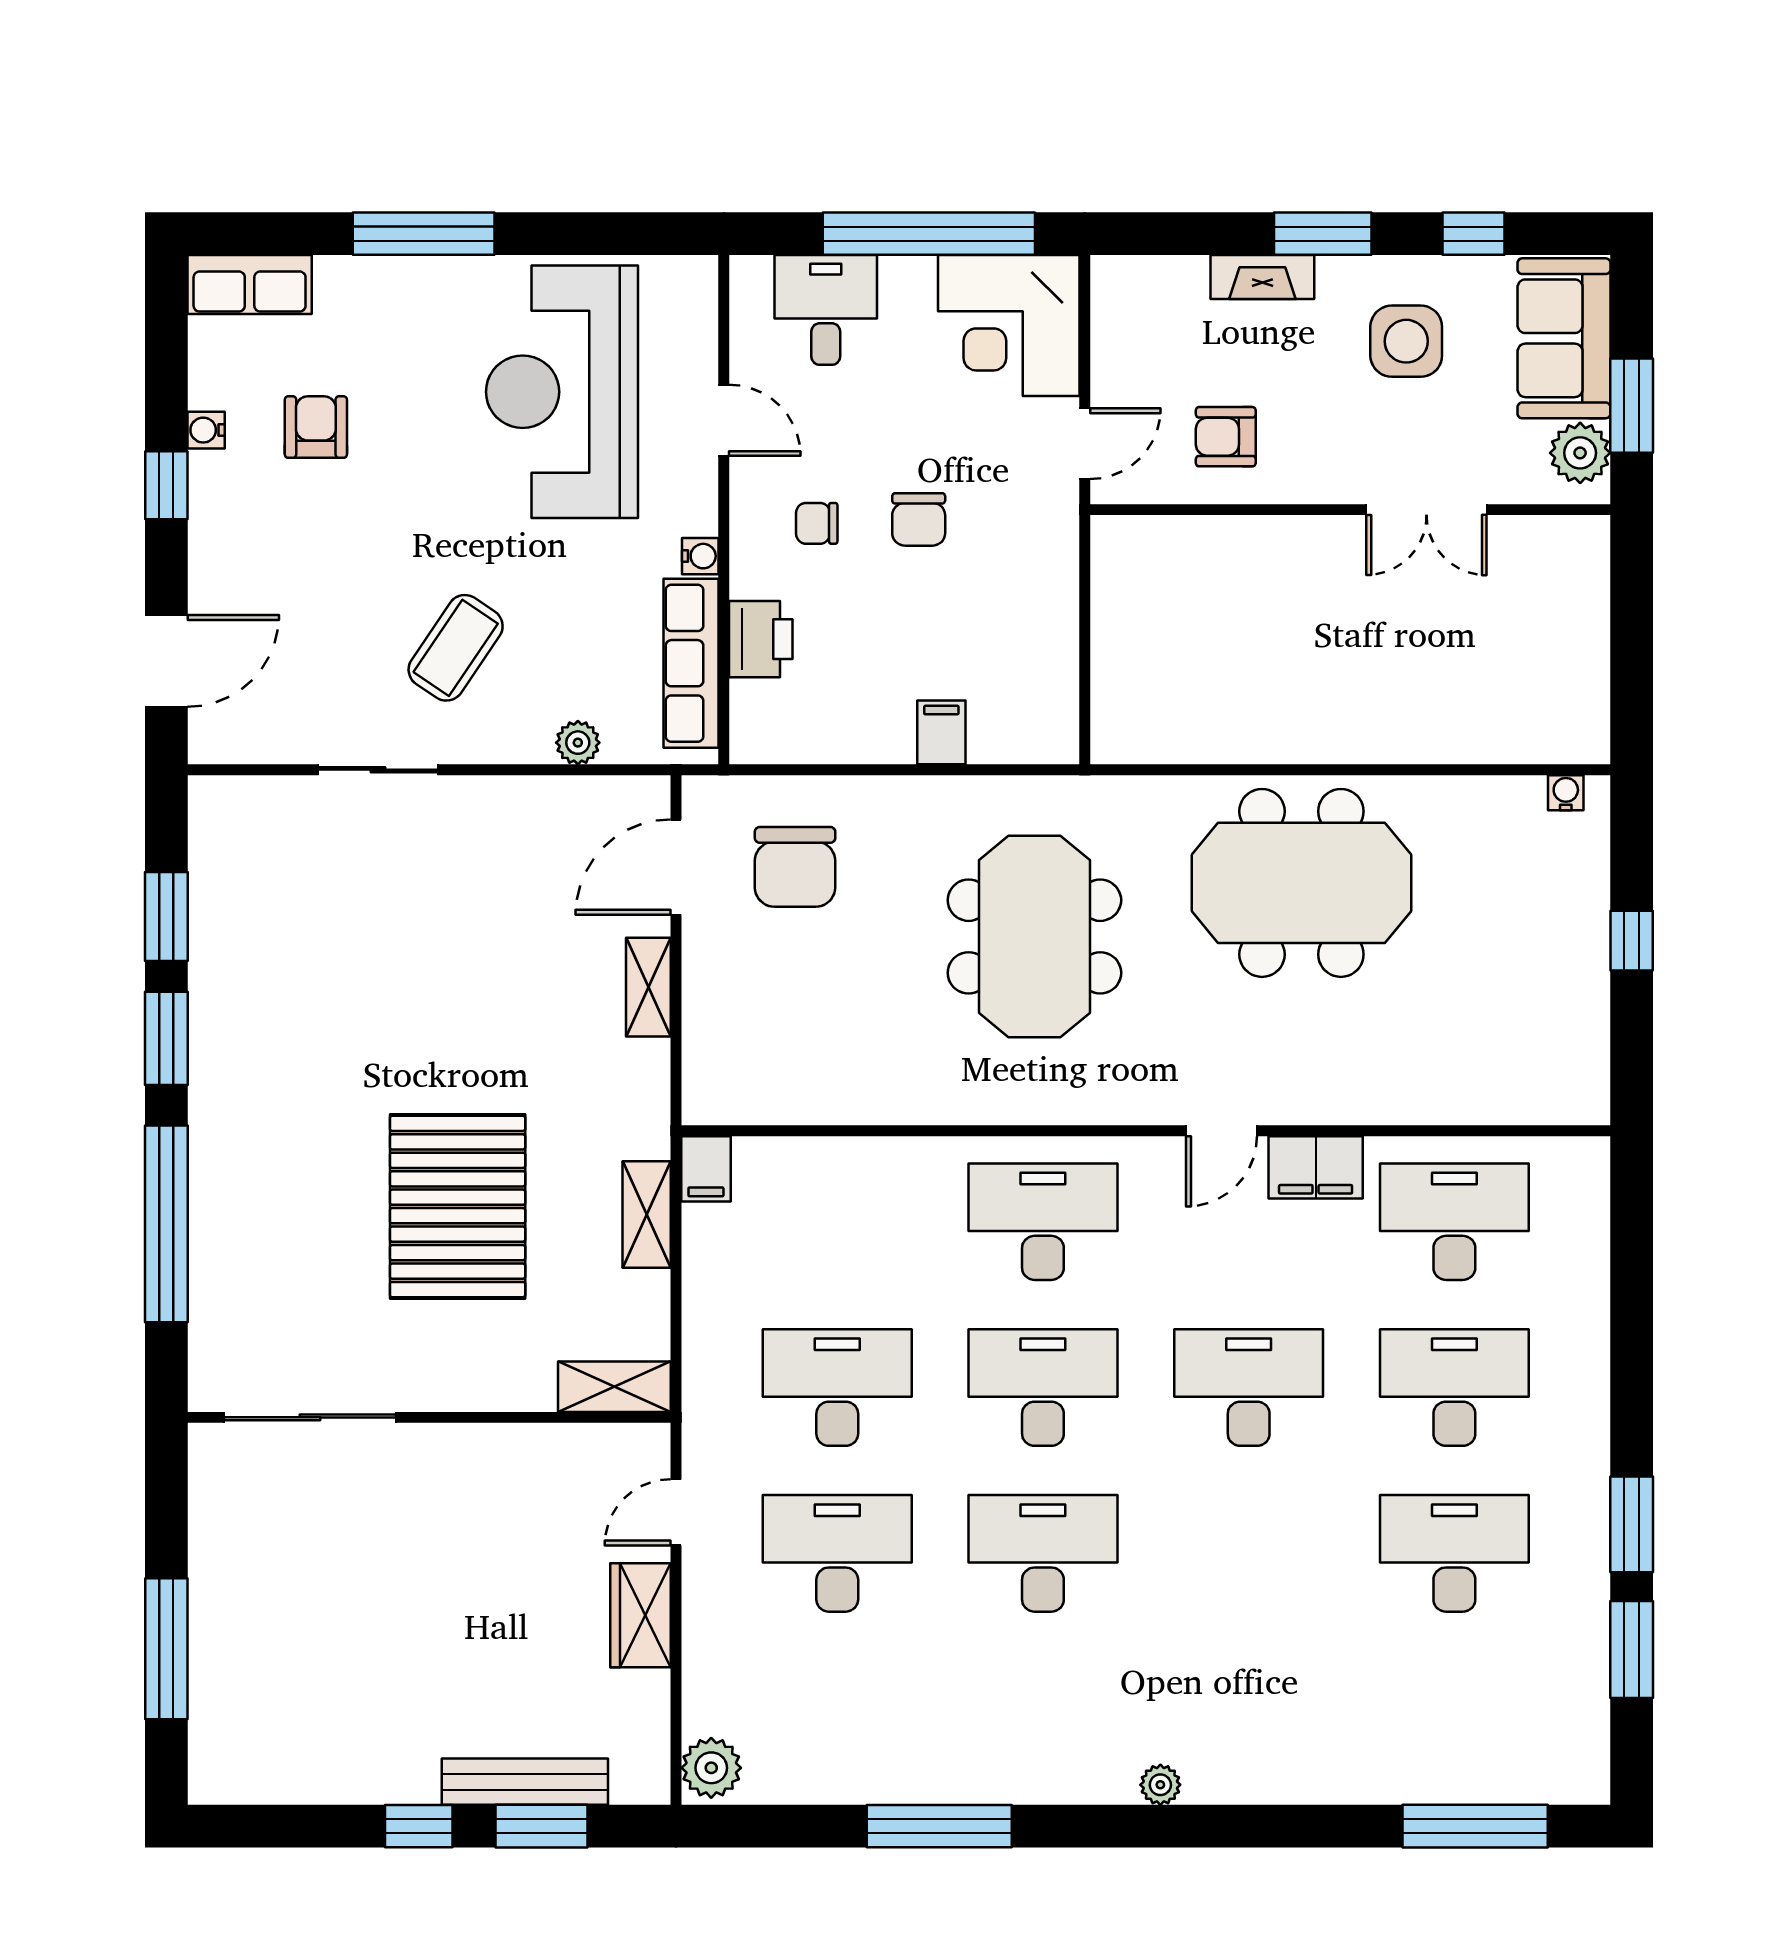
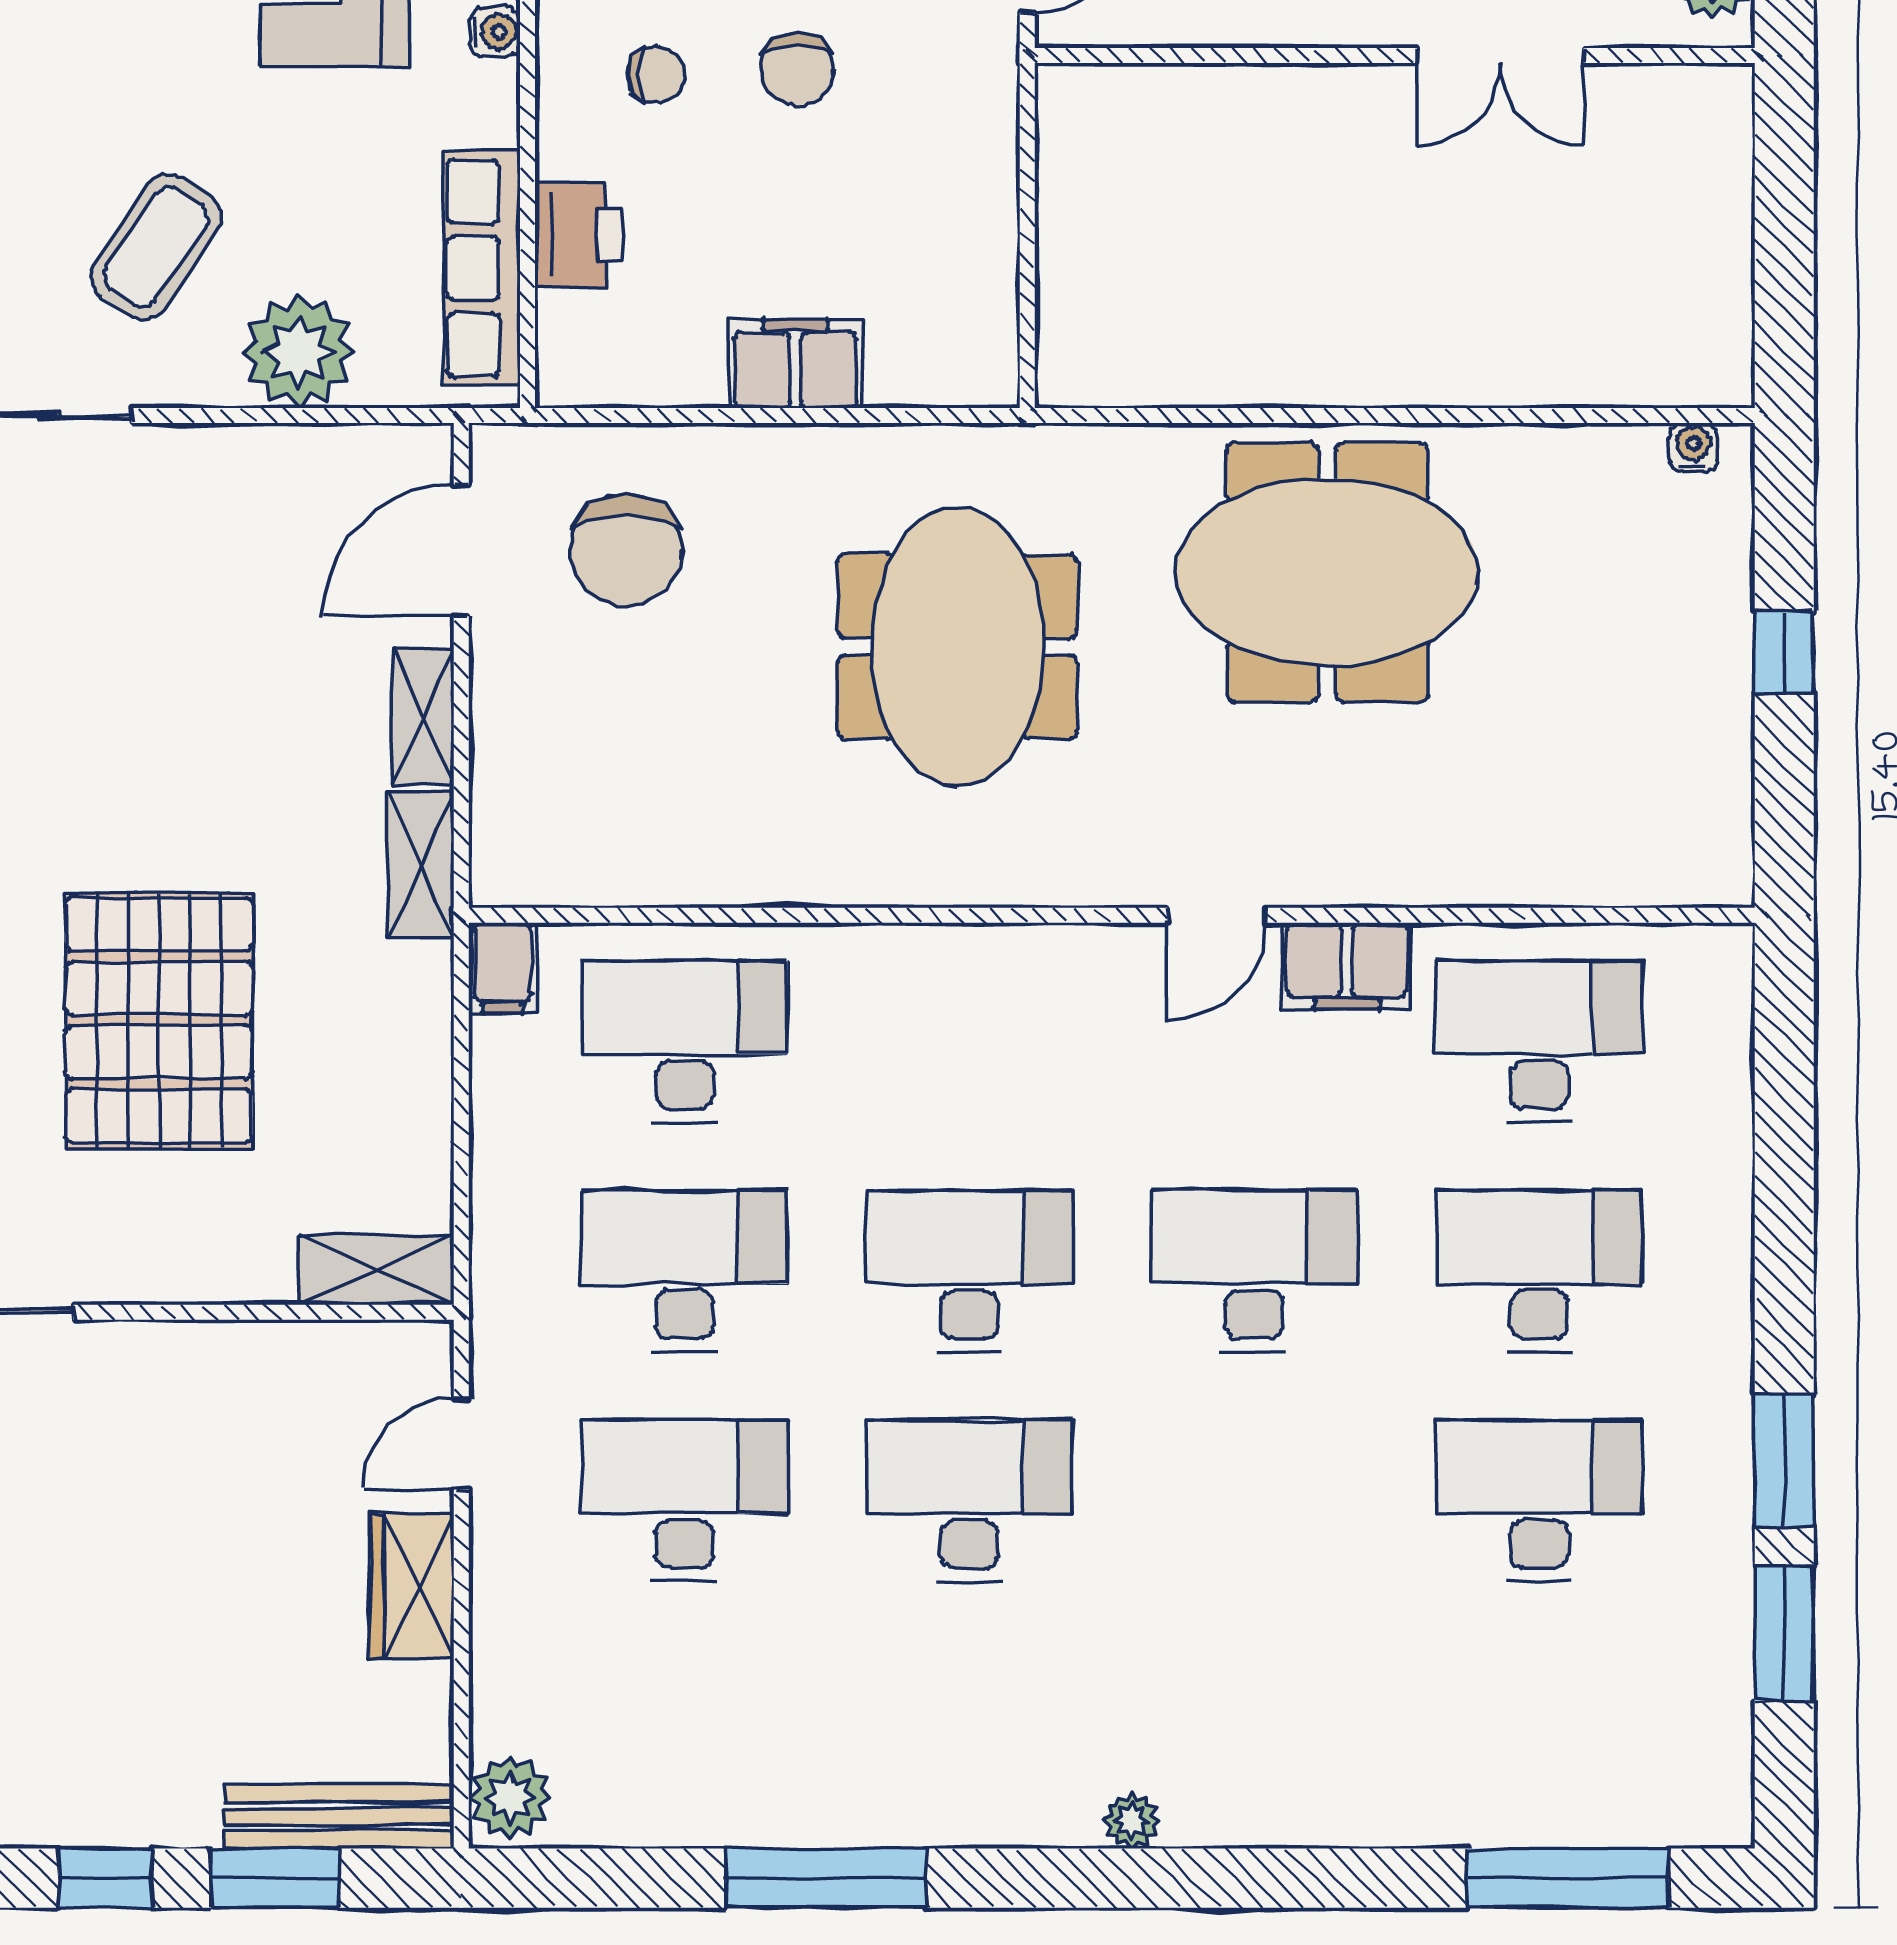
chair: (817, 523) -> (656, 74), turned 180
water cooler: (700, 556) -> (495, 32), moved
filing cabinet: (941, 732) -> (795, 364), width x2.00
plant: (578, 743) -> (299, 352), width x1.87, depth x1.87
shelving: (647, 1215) -> (421, 865), moved
desk: (1043, 1222) -> (684, 1041), moved
bench: (525, 1782) -> (339, 1817), moved

